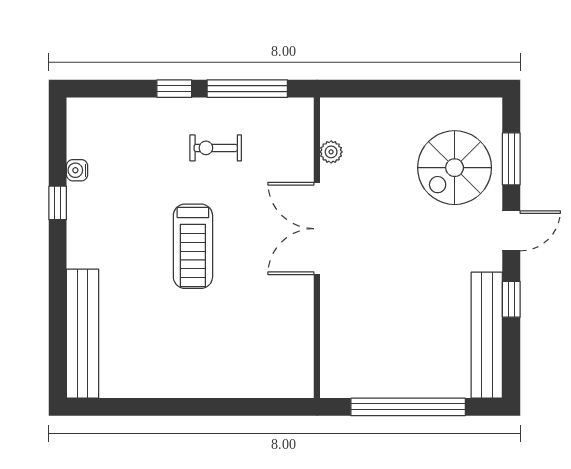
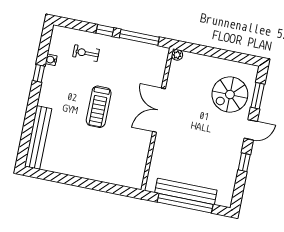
exercise bike: (216, 148) -> (86, 53), moved
plant: (331, 152) -> (177, 55), moved
bench: (487, 335) -> (186, 191), moved, turned 90

